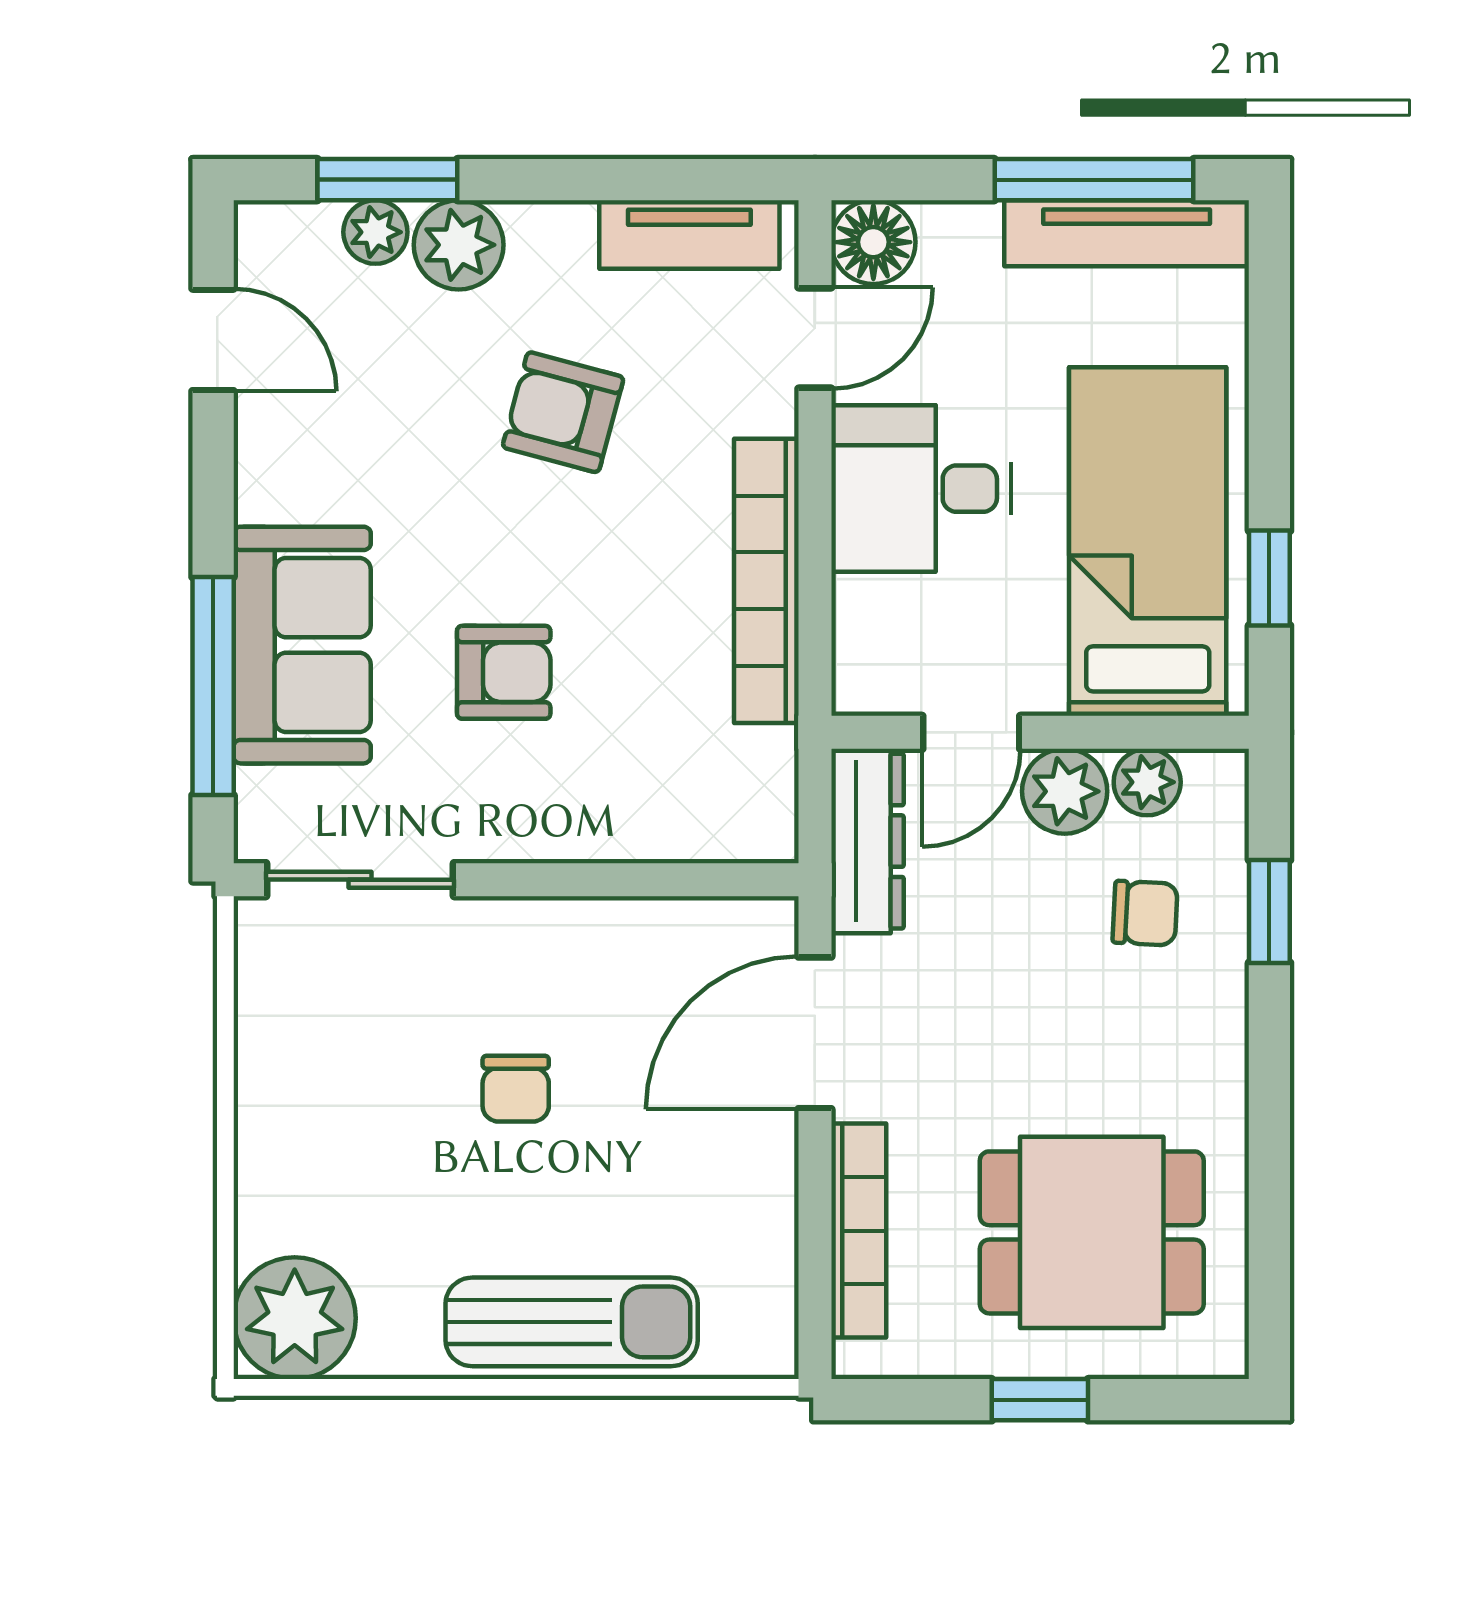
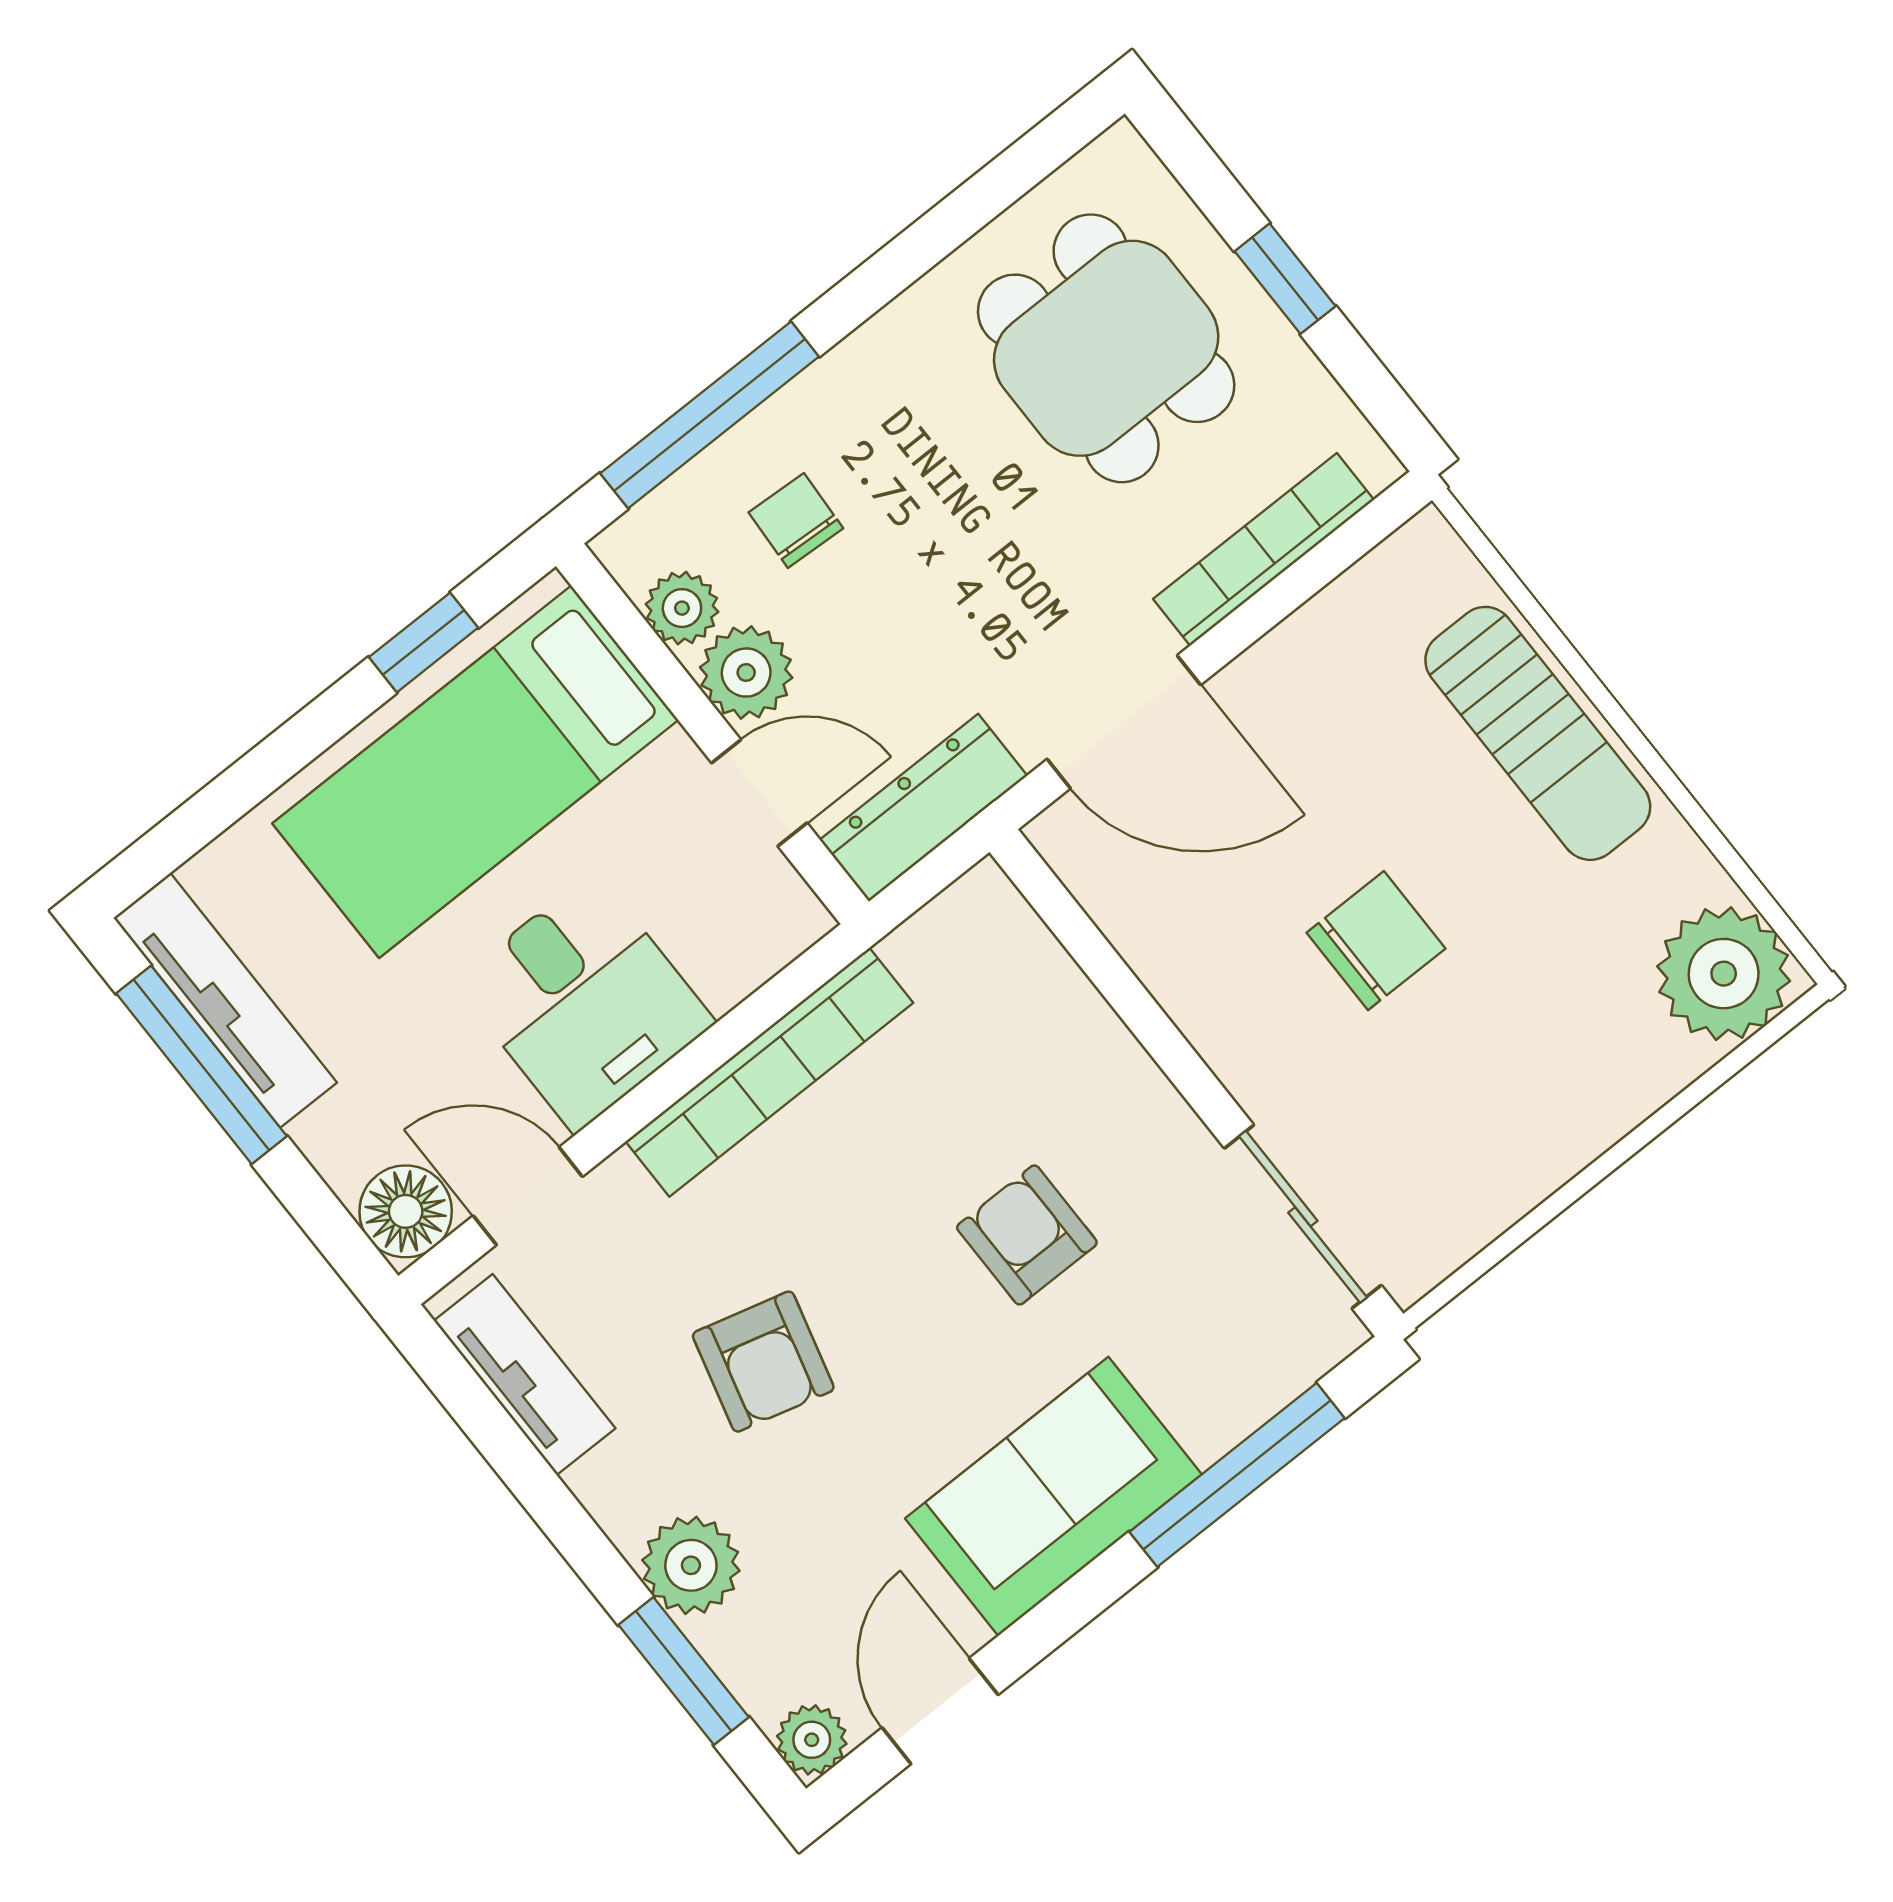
plant: (375, 232) -> (812, 1740), moved
sofa: (302, 645) -> (1053, 1496), moved
window: (1269, 911) -> (710, 415), width x2.17
chair: (516, 1089) -> (1376, 941), width x1.37, depth x1.37
sun lounger: (572, 1322) -> (1538, 733), turned 180

